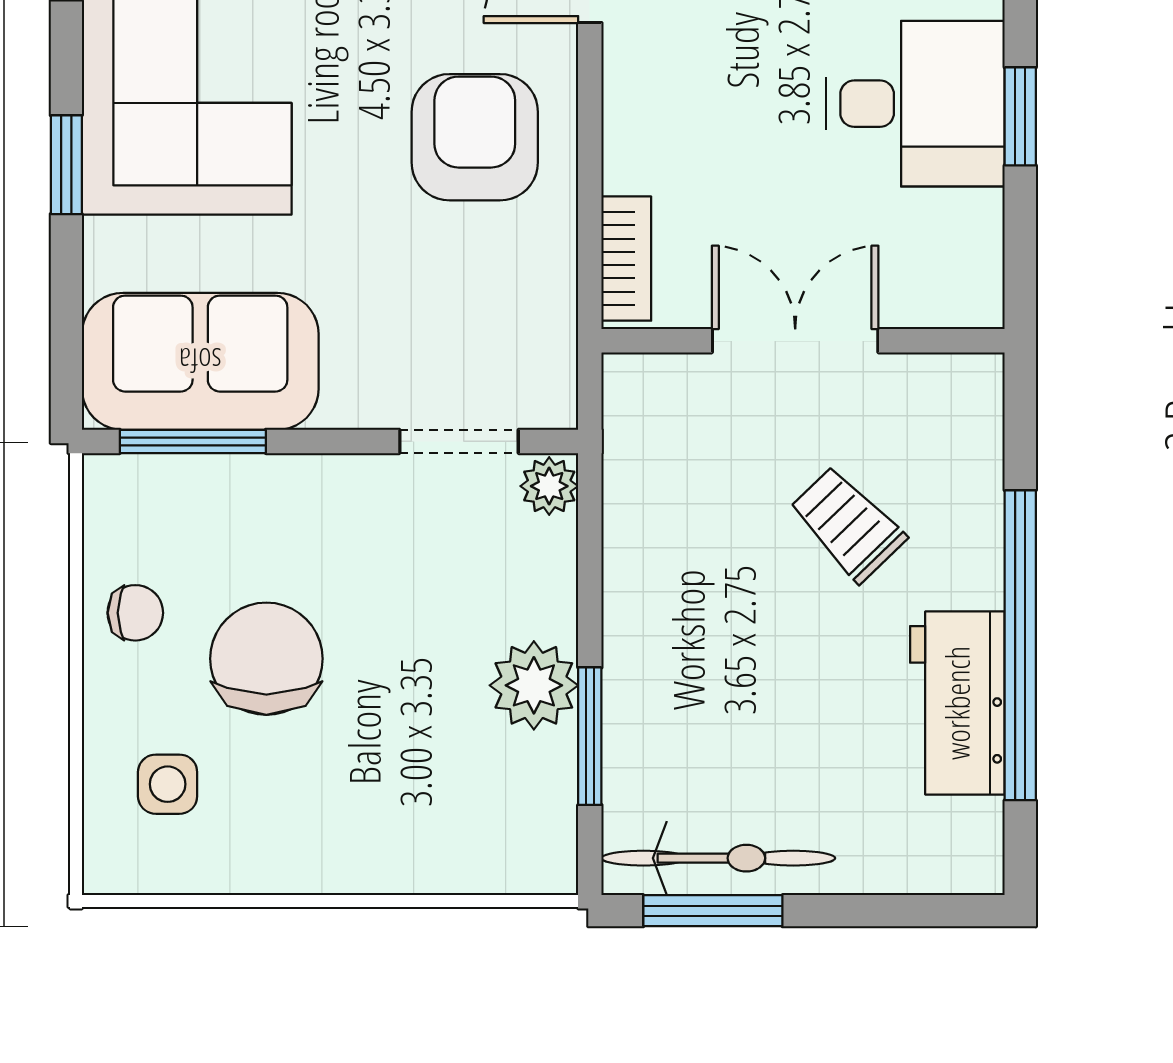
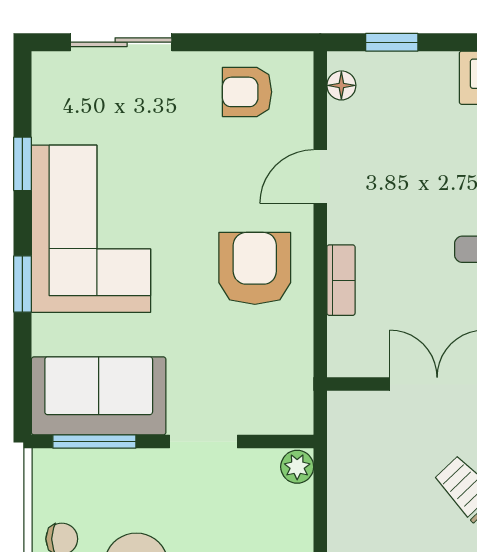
bookcase: (626, 259) -> (341, 280), moved
doorway: (459, 441) -> (203, 441), moved

